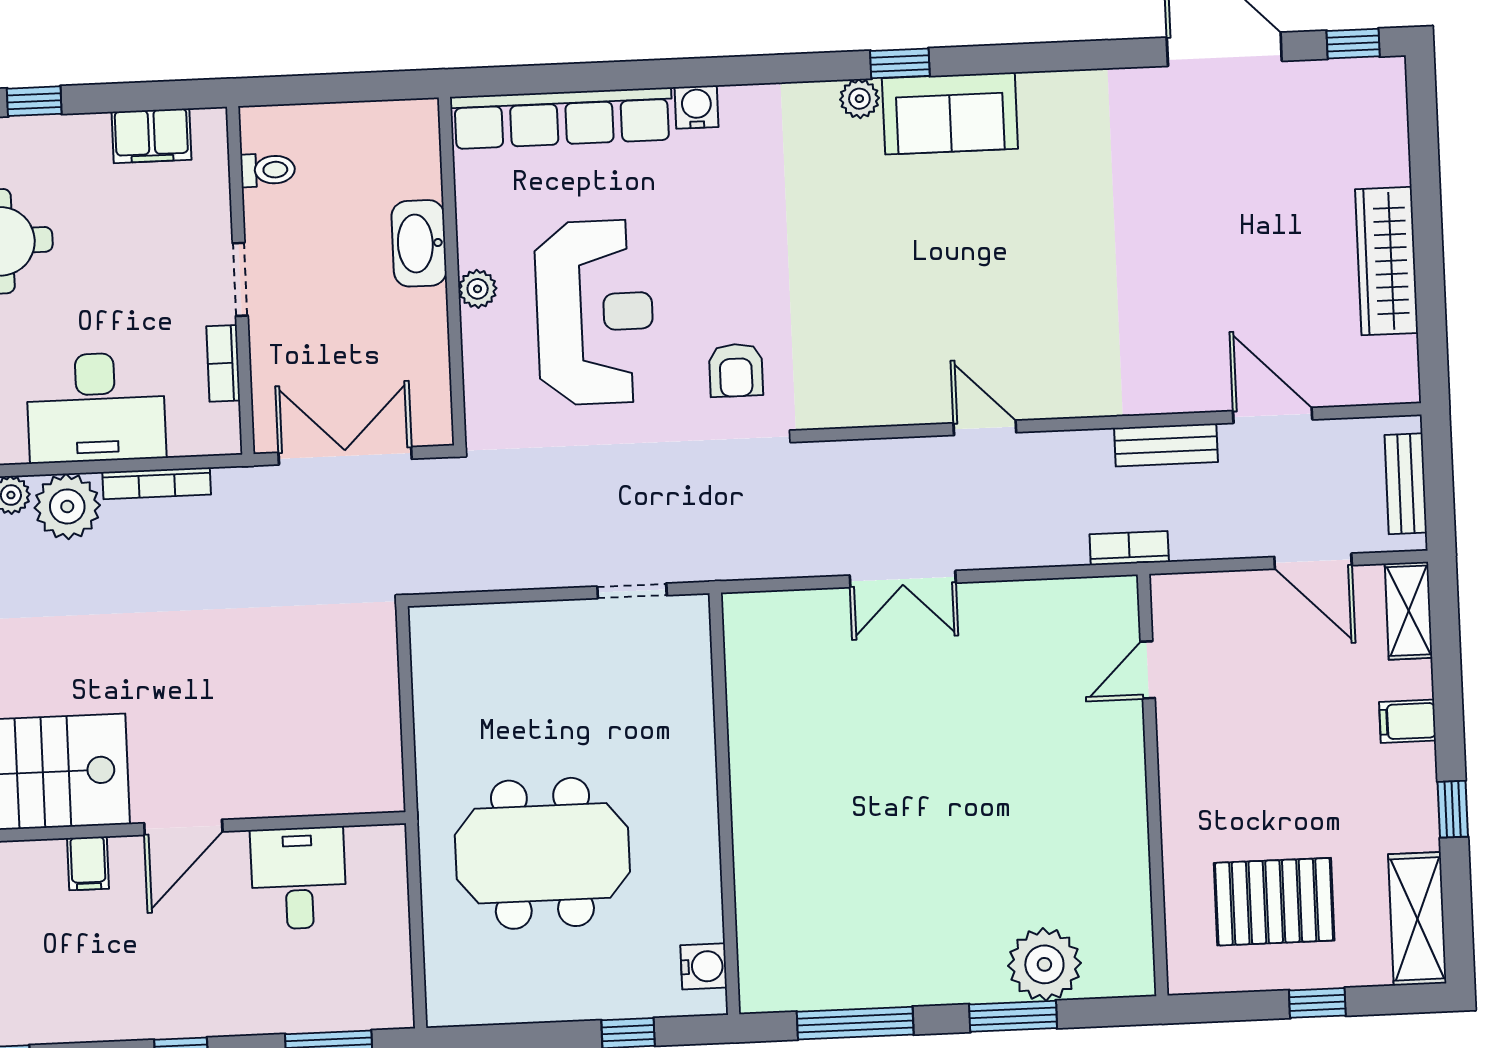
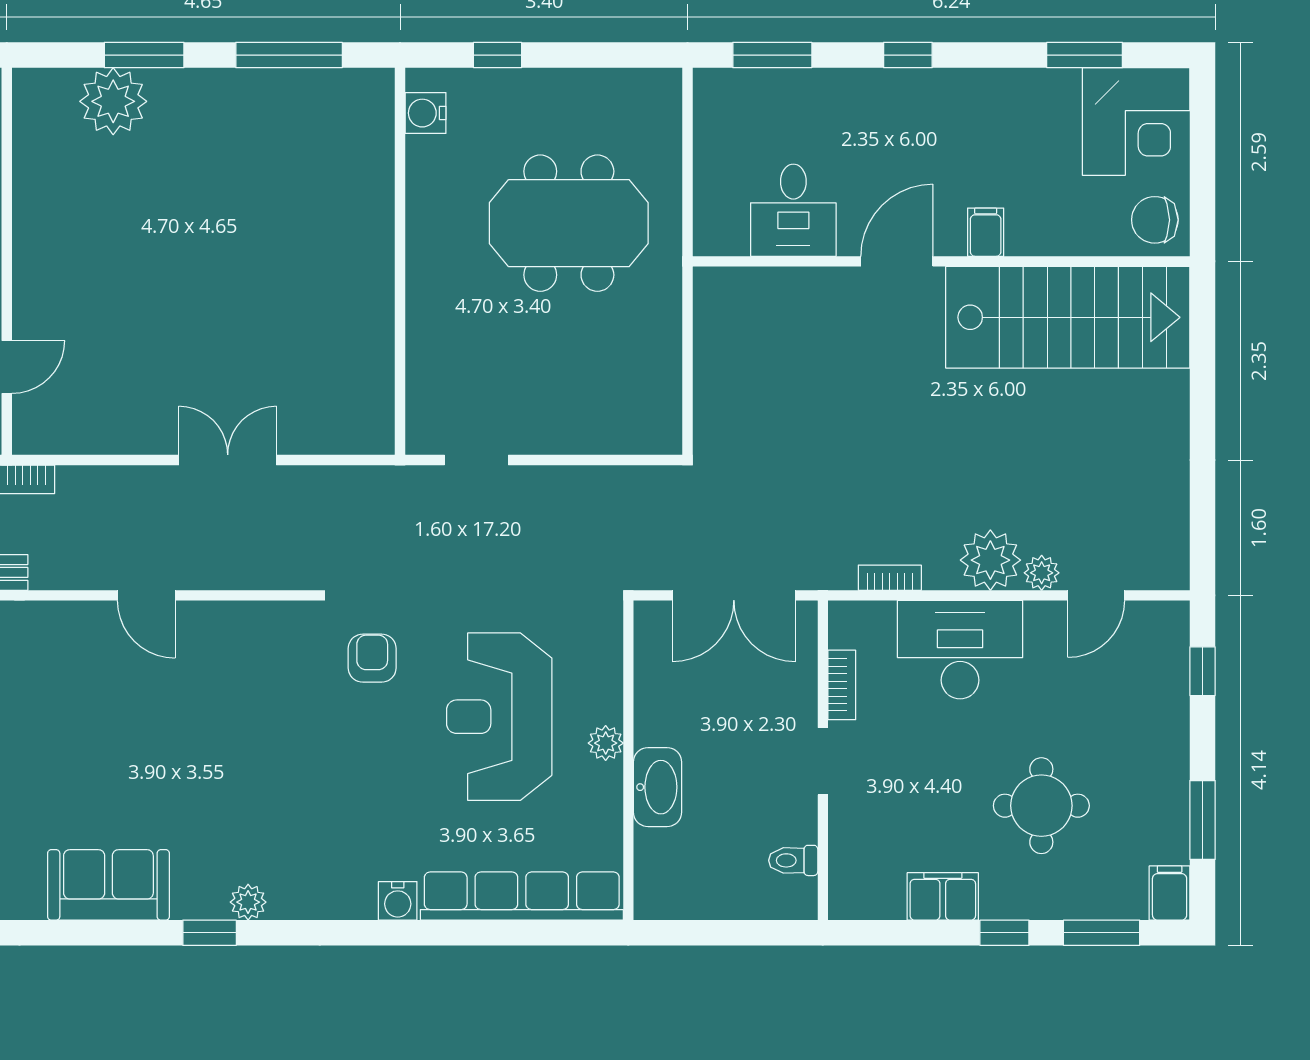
sofa: (950, 113) -> (108, 885), moved
filing cabinet: (152, 136) -> (943, 896), moved
bookcase: (157, 483) -> (890, 578), width x0.64

